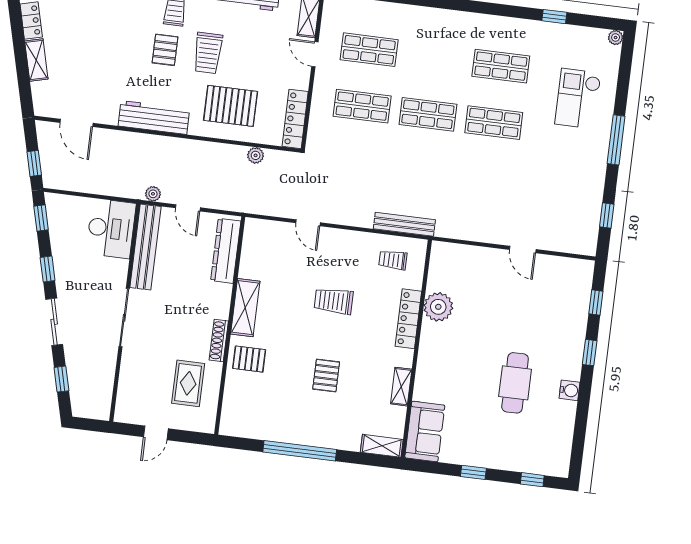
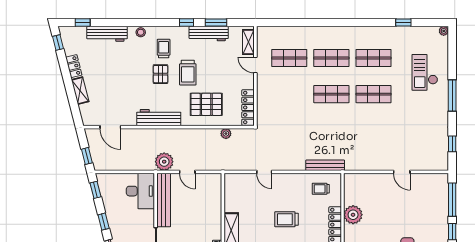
shop shelf: (362, 106) -> (331, 58), moved
plant: (153, 194) -> (164, 162), width x1.88, depth x1.88
dresser: (226, 251) -> (215, 196), removed
window: (596, 302) -> (452, 200), width x2.17

